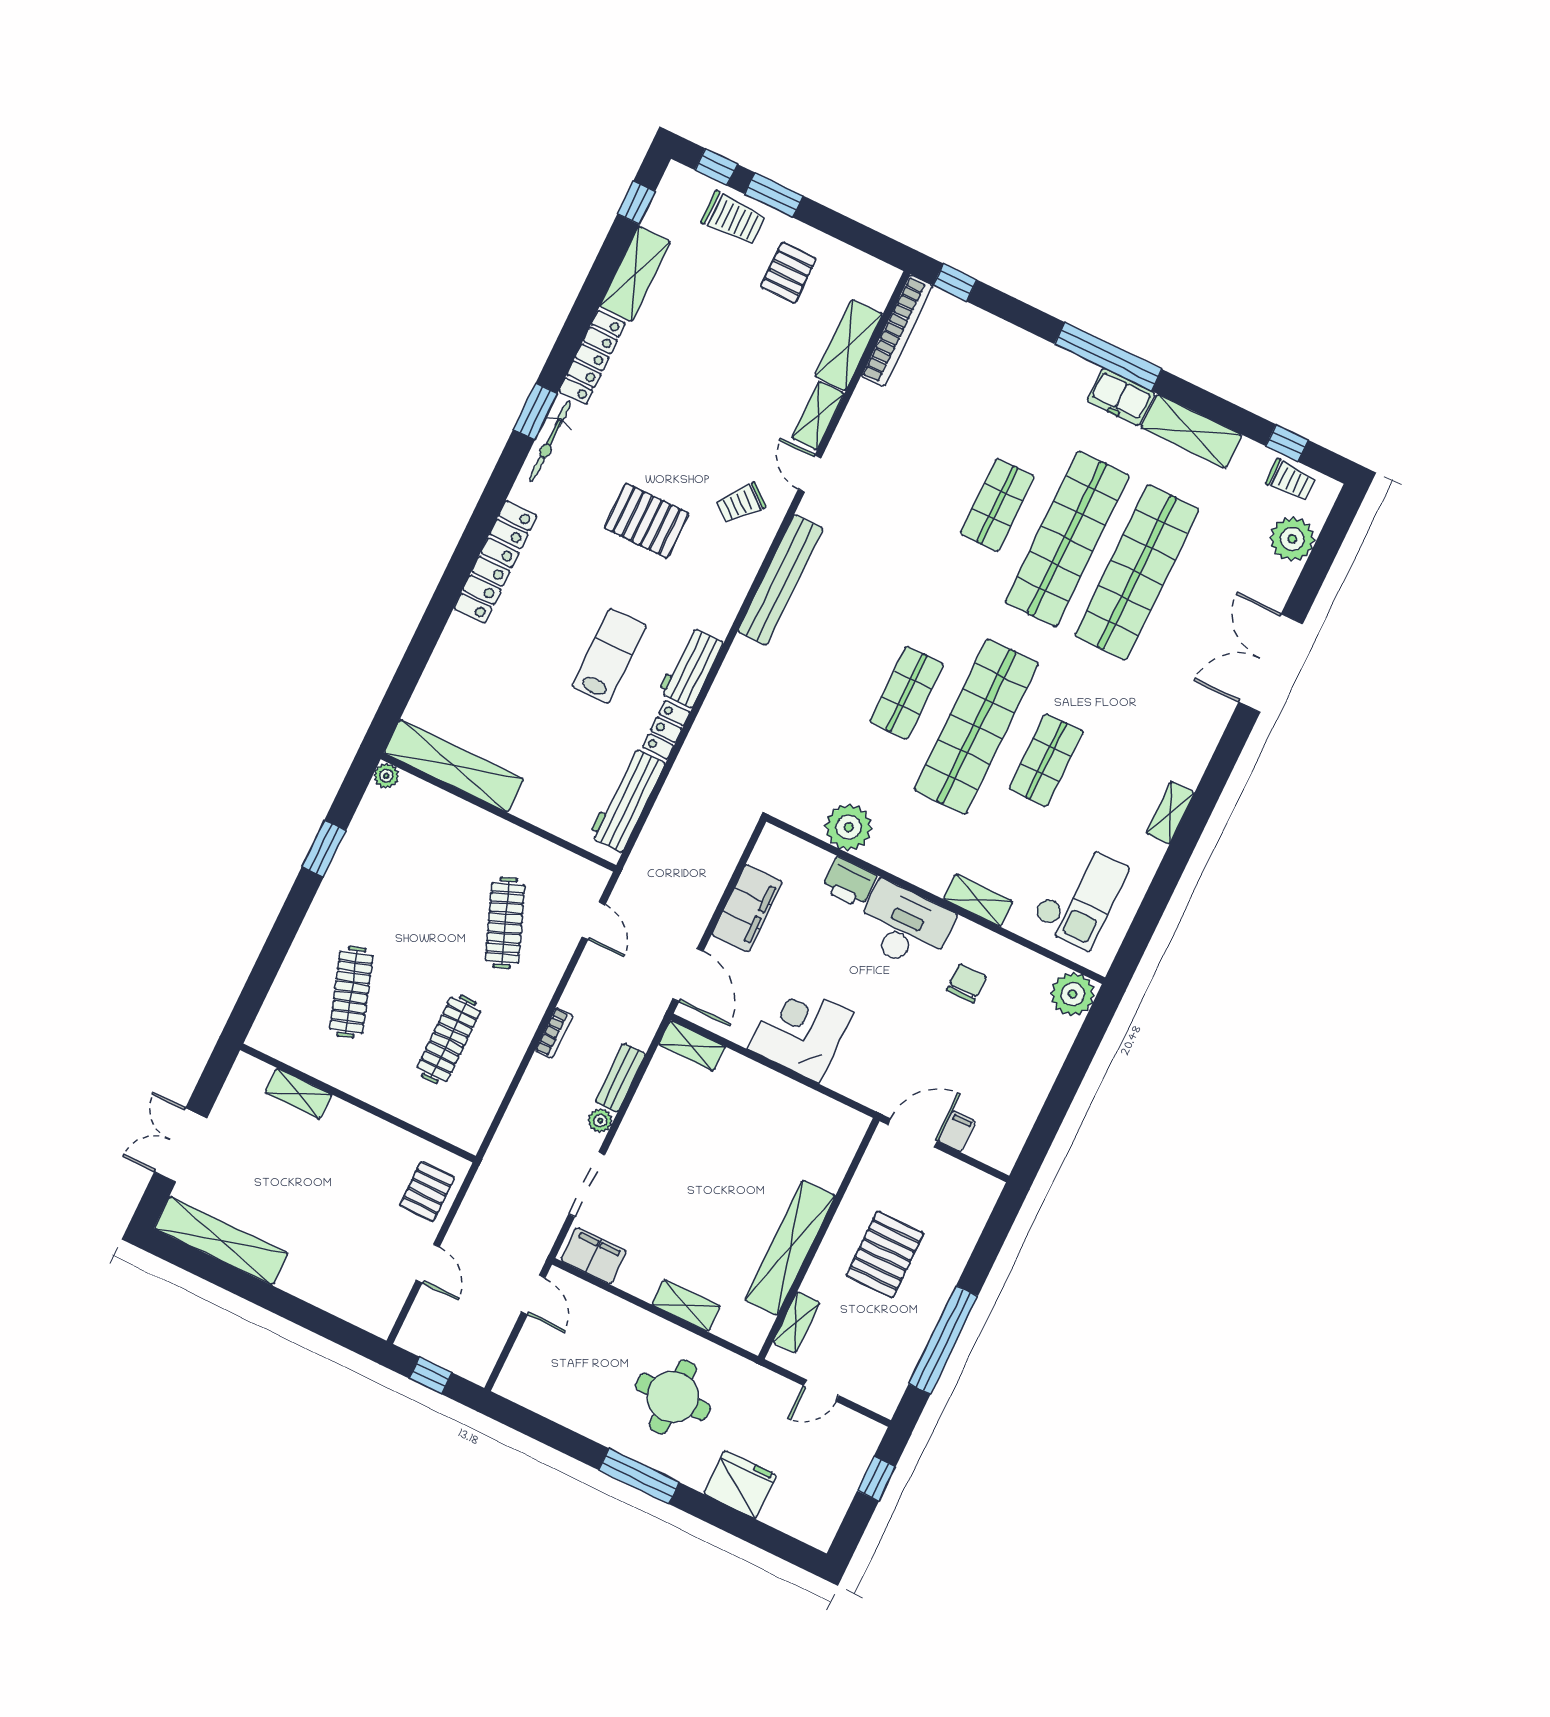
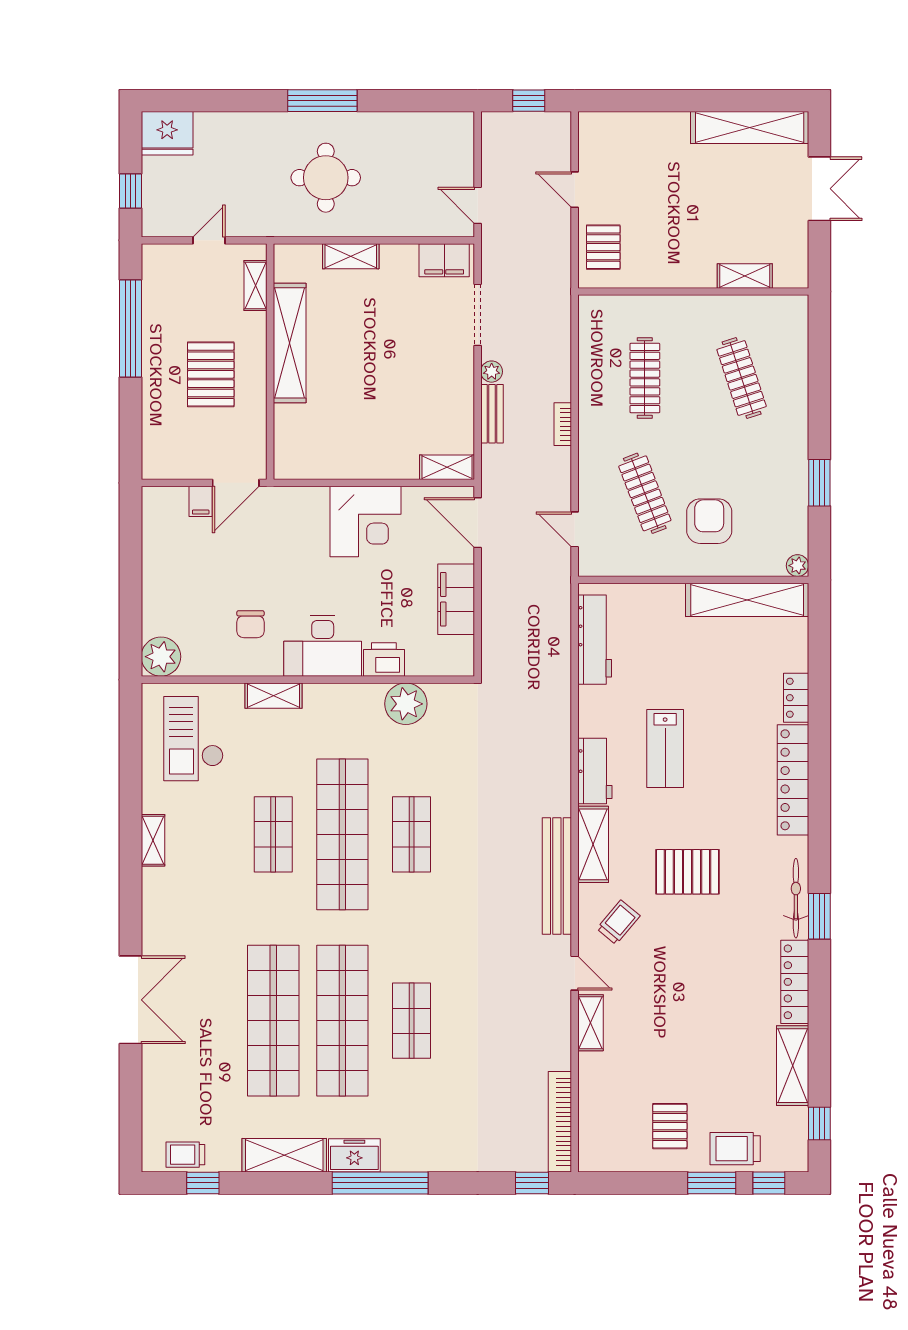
shelving: (849, 345) -> (593, 844), moved
plant: (1292, 539) -> (161, 1108), removed
locker: (666, 730) -> (796, 698), moved, turned 180
armchair: (454, 863) -> (709, 521), added
fridge: (740, 1484) -> (167, 133), moved

